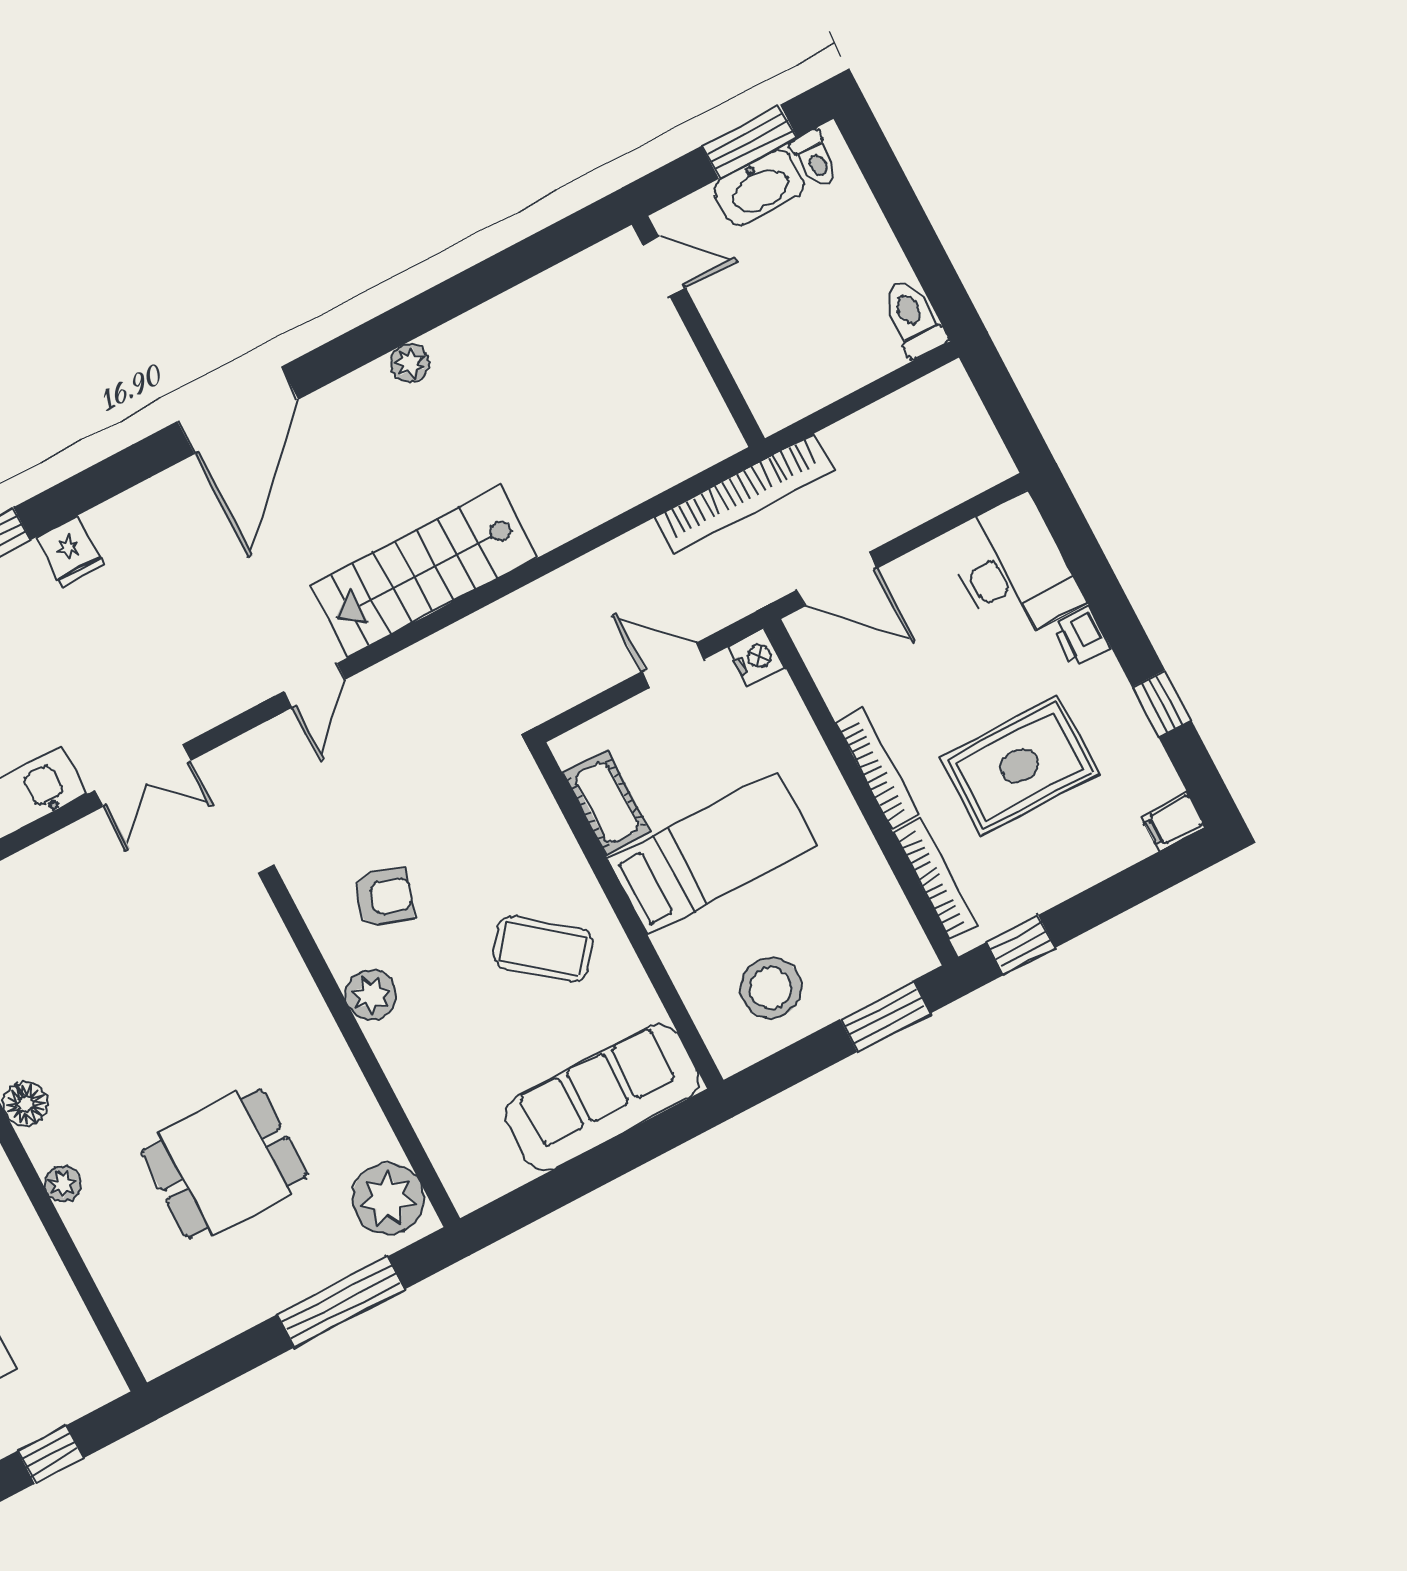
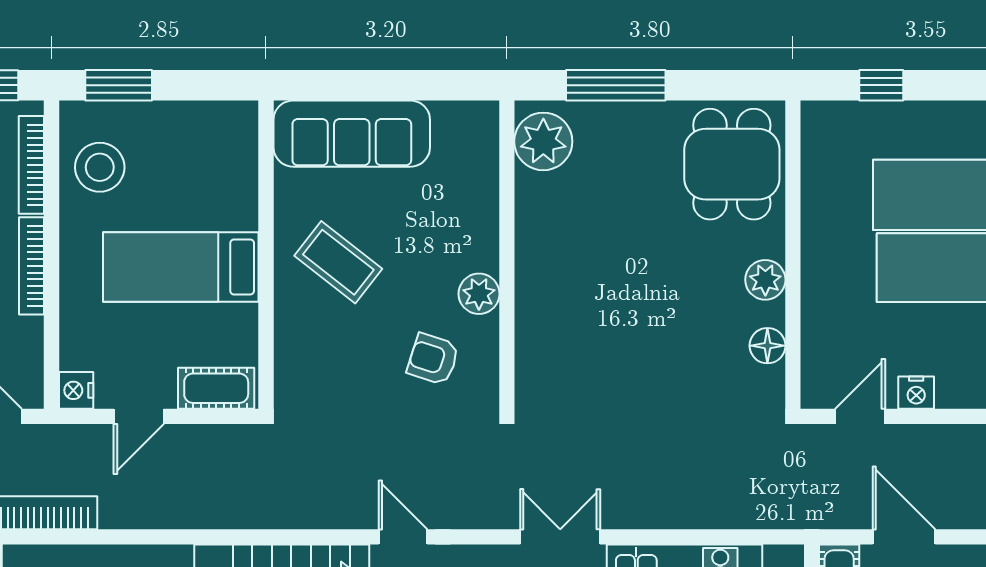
door: (673, 665) -> (139, 416), hinge flipped
door: (315, 685) -> (403, 537), hinge flipped
cot: (607, 803) -> (216, 388), moved, turned 90
stool: (771, 988) -> (100, 167), moved
dining table: (224, 1163) -> (732, 164), moved, turned 90
plant: (63, 1184) -> (765, 280), width x1.38, depth x1.38

